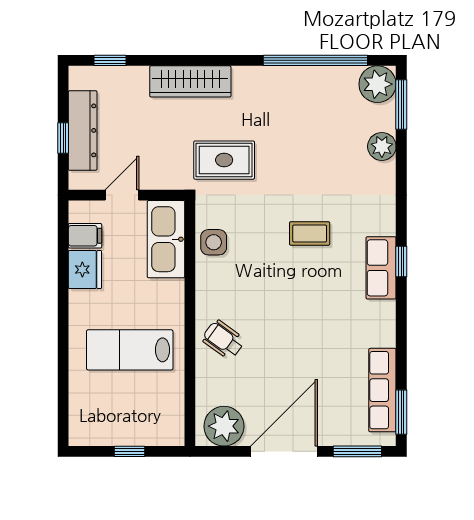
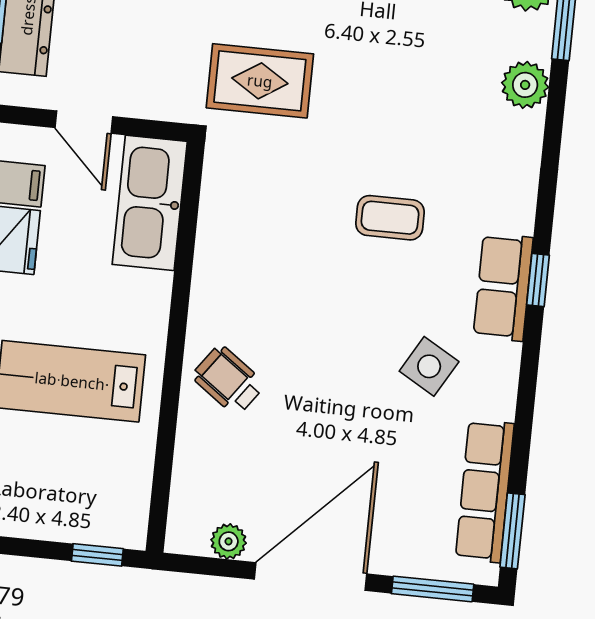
door: (122, 195) -> (84, 122), swing flipped
side table: (214, 242) -> (429, 366), moved, turned 30
plant: (224, 426) -> (229, 541), width x0.53, depth x0.53
window: (130, 451) -> (97, 555), moved

